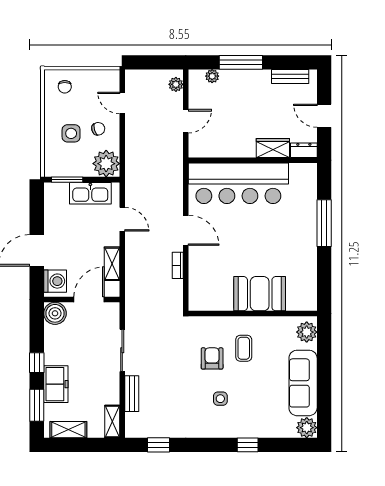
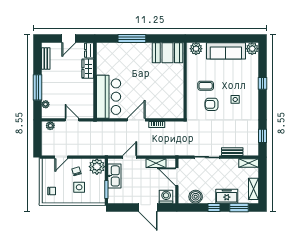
bar counter: (238, 183) -> (109, 97), width x0.73
booth: (260, 294) -> (167, 53), moved, turned 90
boiler: (55, 313) -> (196, 197), moved

